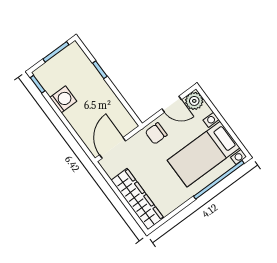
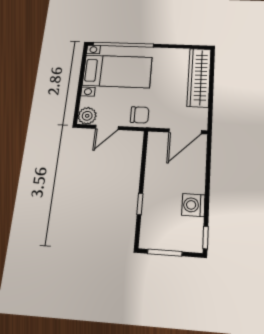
door: (172, 104) -> (107, 127), swing flipped

